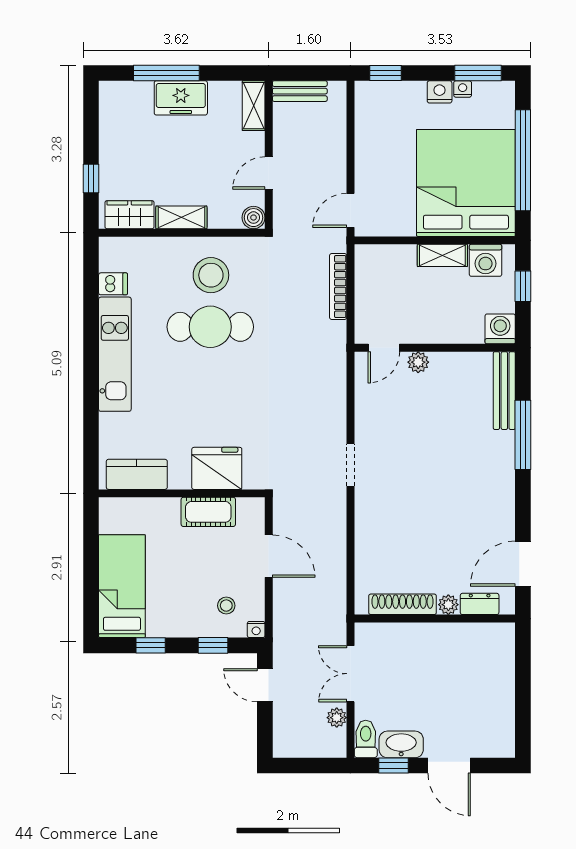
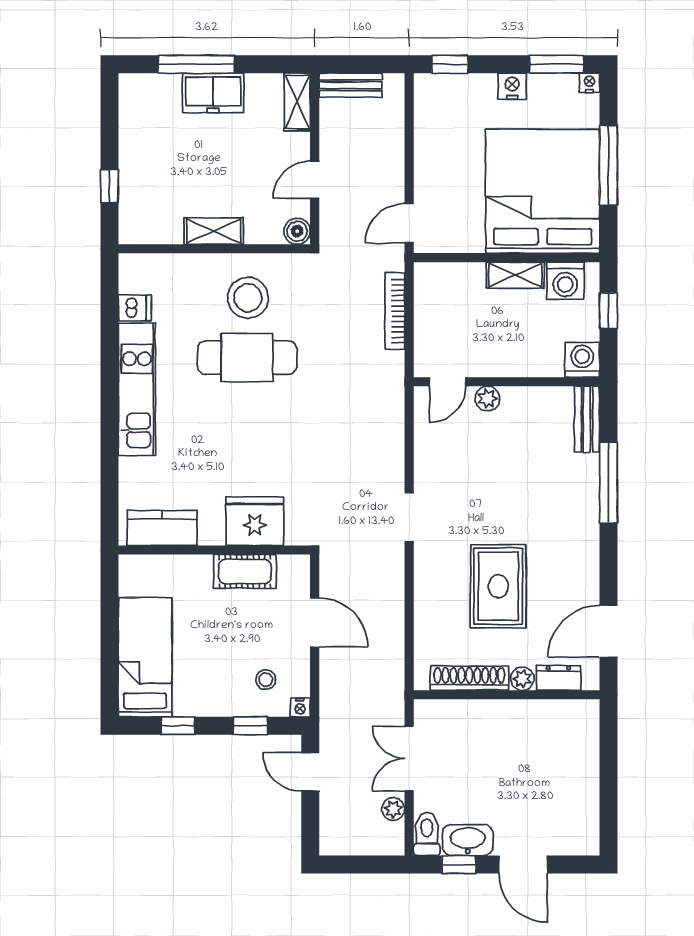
nightstand: (463, 89) -> (589, 83), moved
window: (523, 160) -> (608, 165), width x0.68
wardrobe: (130, 215) -> (154, 228), removed
bench: (504, 391) -> (587, 419), width x0.73
rug: (428, 525) -> (498, 586), added

